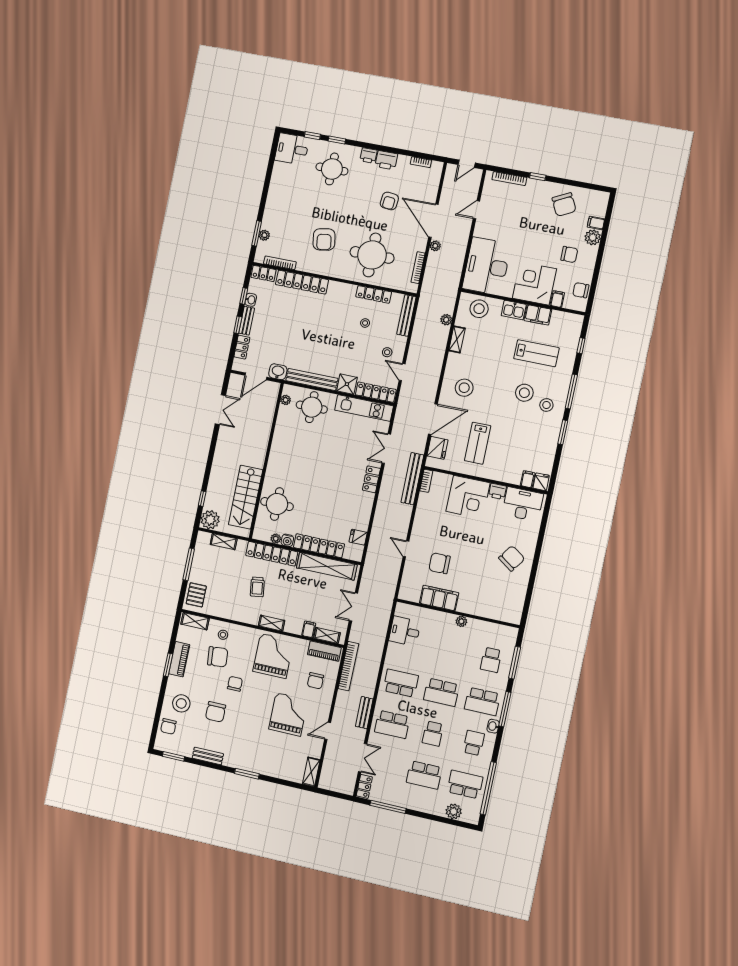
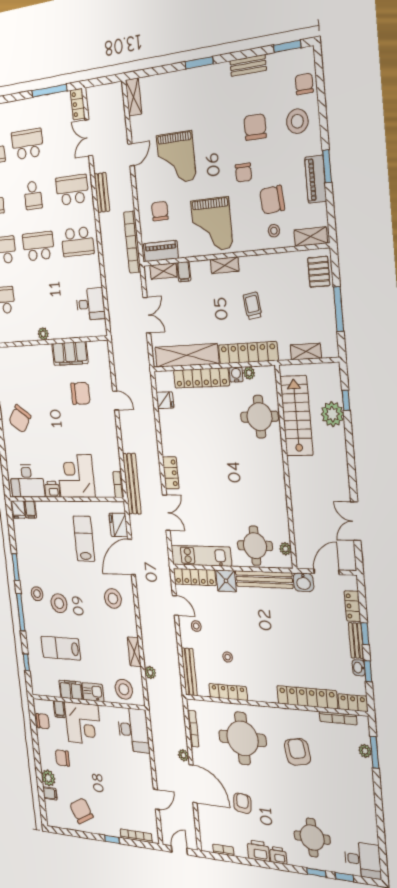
desk: (487, 266) -> (133, 730), width x0.73, depth x0.77
plant: (210, 520) -> (332, 414), moved
school desk: (433, 734) -> (33, 195), turned 180

